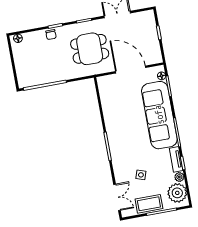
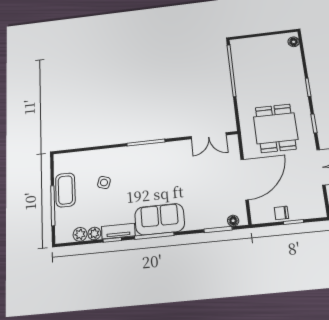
chair: (51, 35) -> (281, 213), moved
sofa: (159, 115) -> (160, 219), width x0.54, depth x0.79
plant: (177, 193) -> (80, 234), width x0.53, depth x0.53
double door: (117, 197) -> (209, 136), moved

